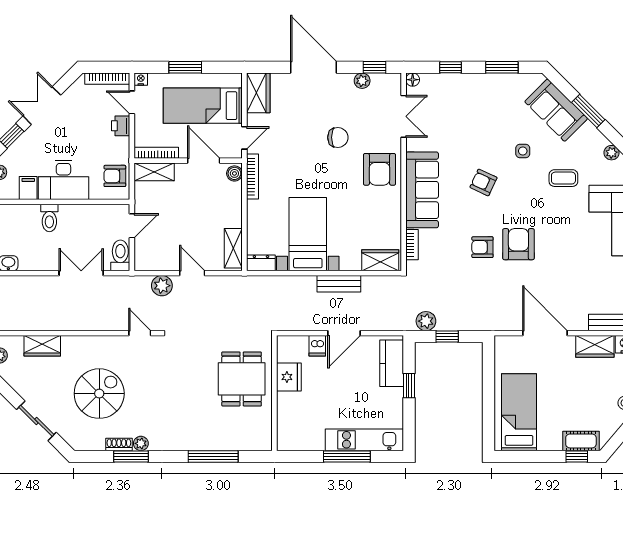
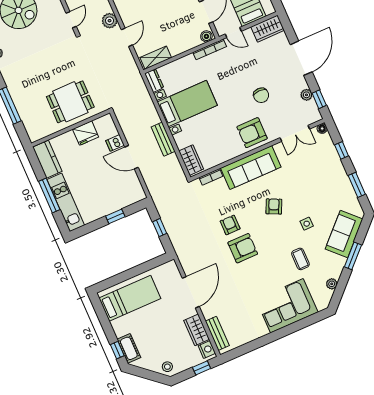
plant: (426, 321) -> (164, 209), removed
kitchen counter: (392, 363) -> (47, 159), moved, turned 90

